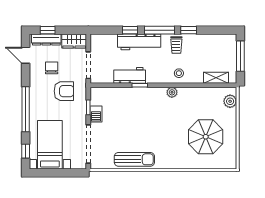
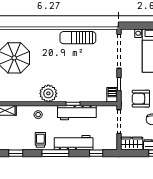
window: (130, 30) -> (96, 153), moved
window: (189, 30) -> (16, 153), moved
workbench: (130, 75) -> (77, 113), width x1.38
plant: (172, 92) -> (48, 93), width x1.87, depth x1.87
barbecue: (96, 114) -> (112, 95), moved

